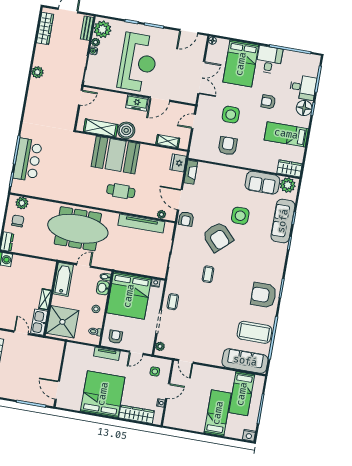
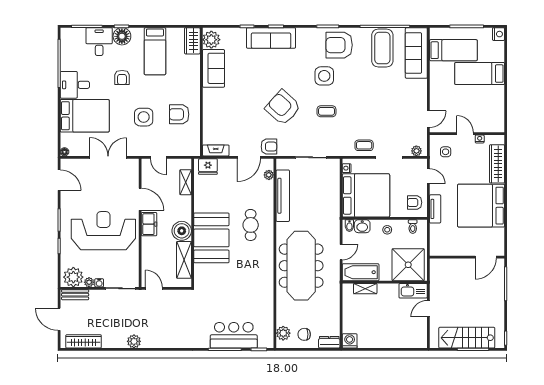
side table: (240, 216) -> (324, 76), moved
sofa: (283, 221) -> (271, 38), moved
armchair: (218, 237) -> (283, 108), turned -95
door: (84, 265) -> (341, 252), swing flipped
armchair: (264, 295) -> (339, 45), turned 90
shelving: (45, 299) -> (365, 289), moved

